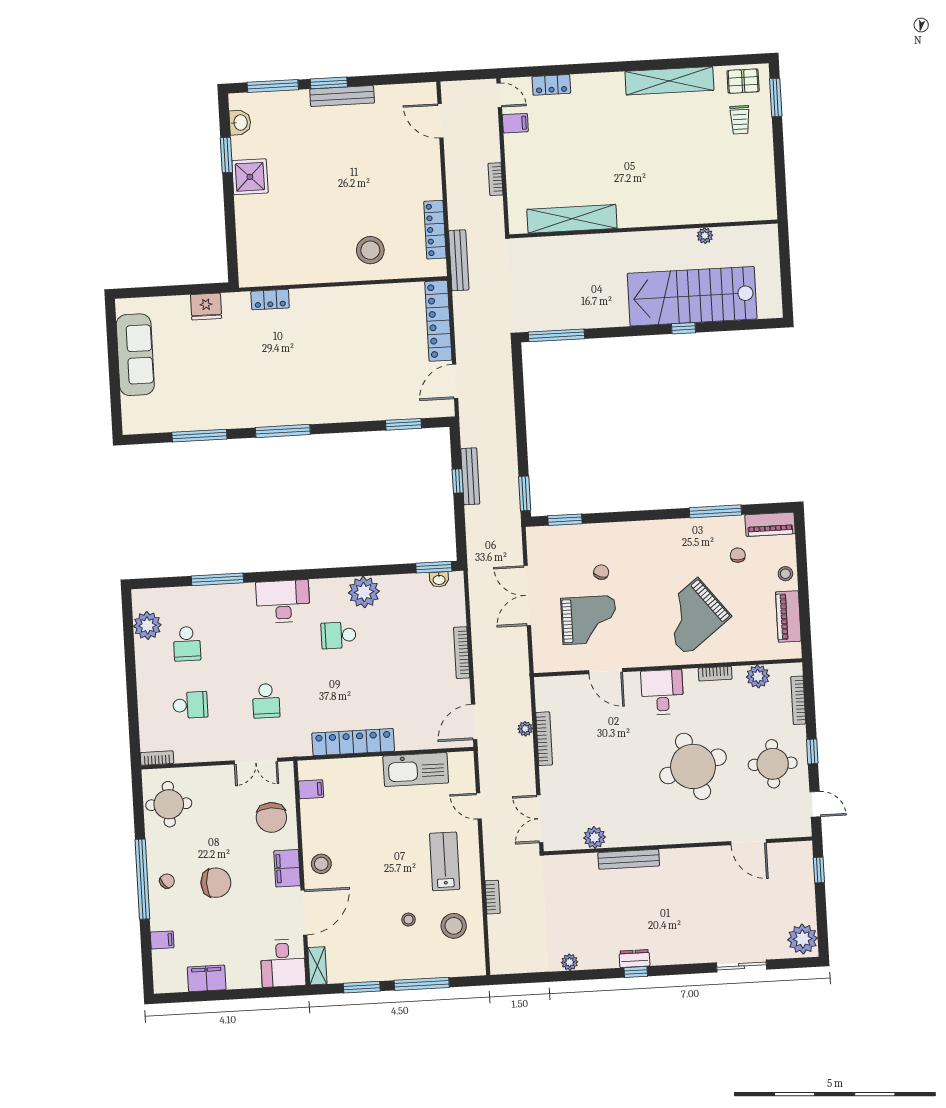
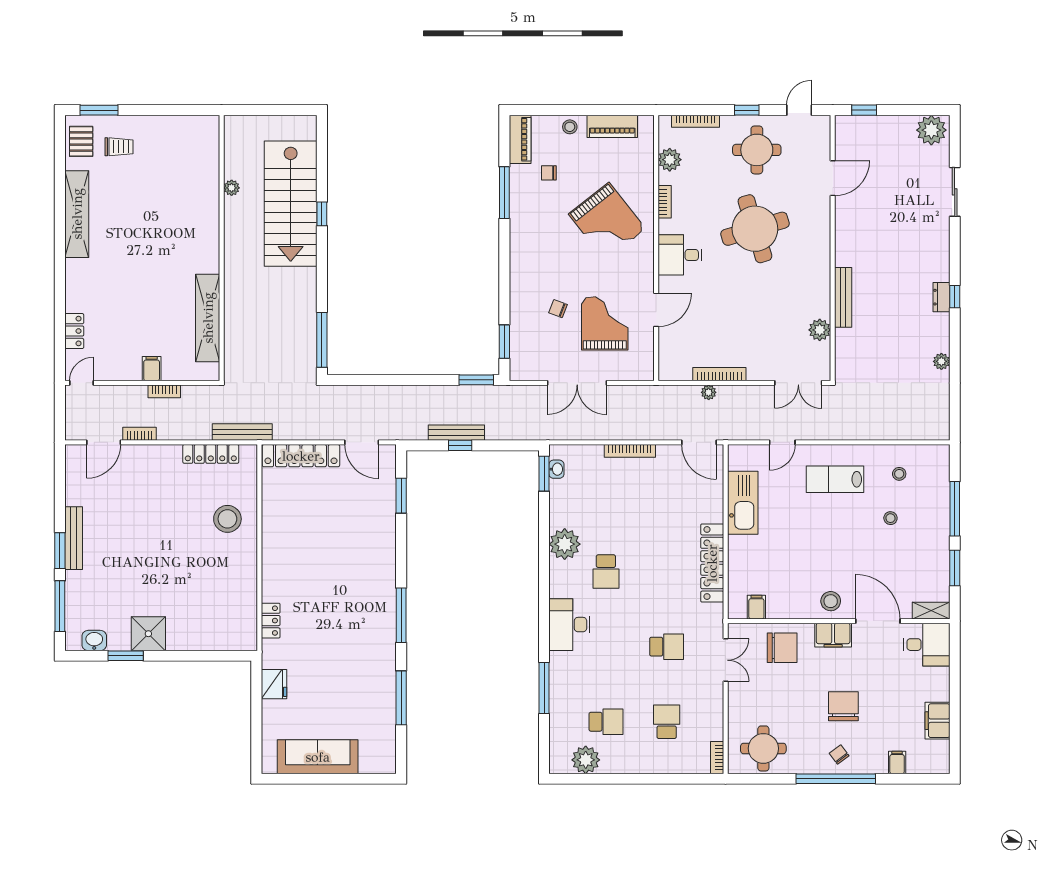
filing cabinet: (515, 123) -> (152, 369), moved
bookcase: (493, 897) -> (140, 434), moved
stool: (454, 926) -> (899, 474), width x0.53, depth x0.53

